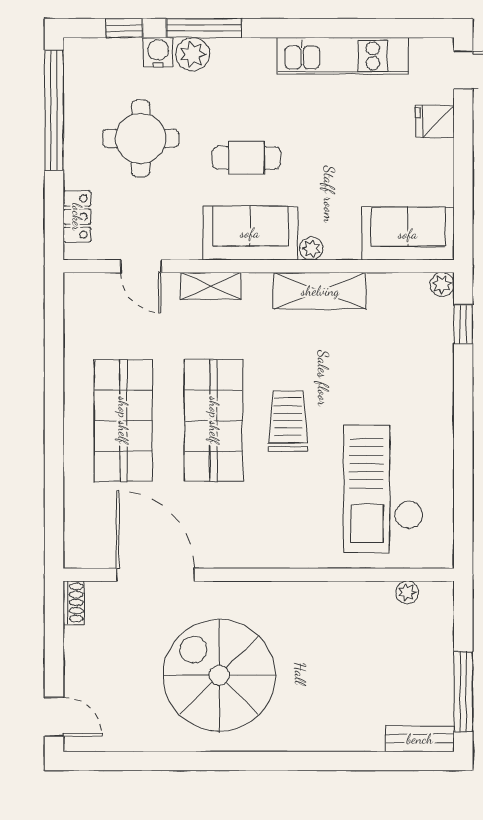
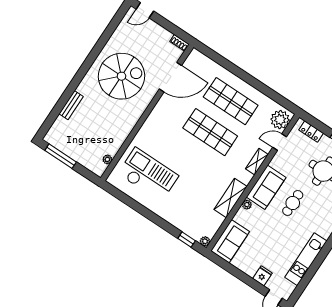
plant: (95, 295) -> (280, 120), added
trolley: (288, 421) -> (193, 157), removed
bench: (420, 739) -> (71, 105), moved

